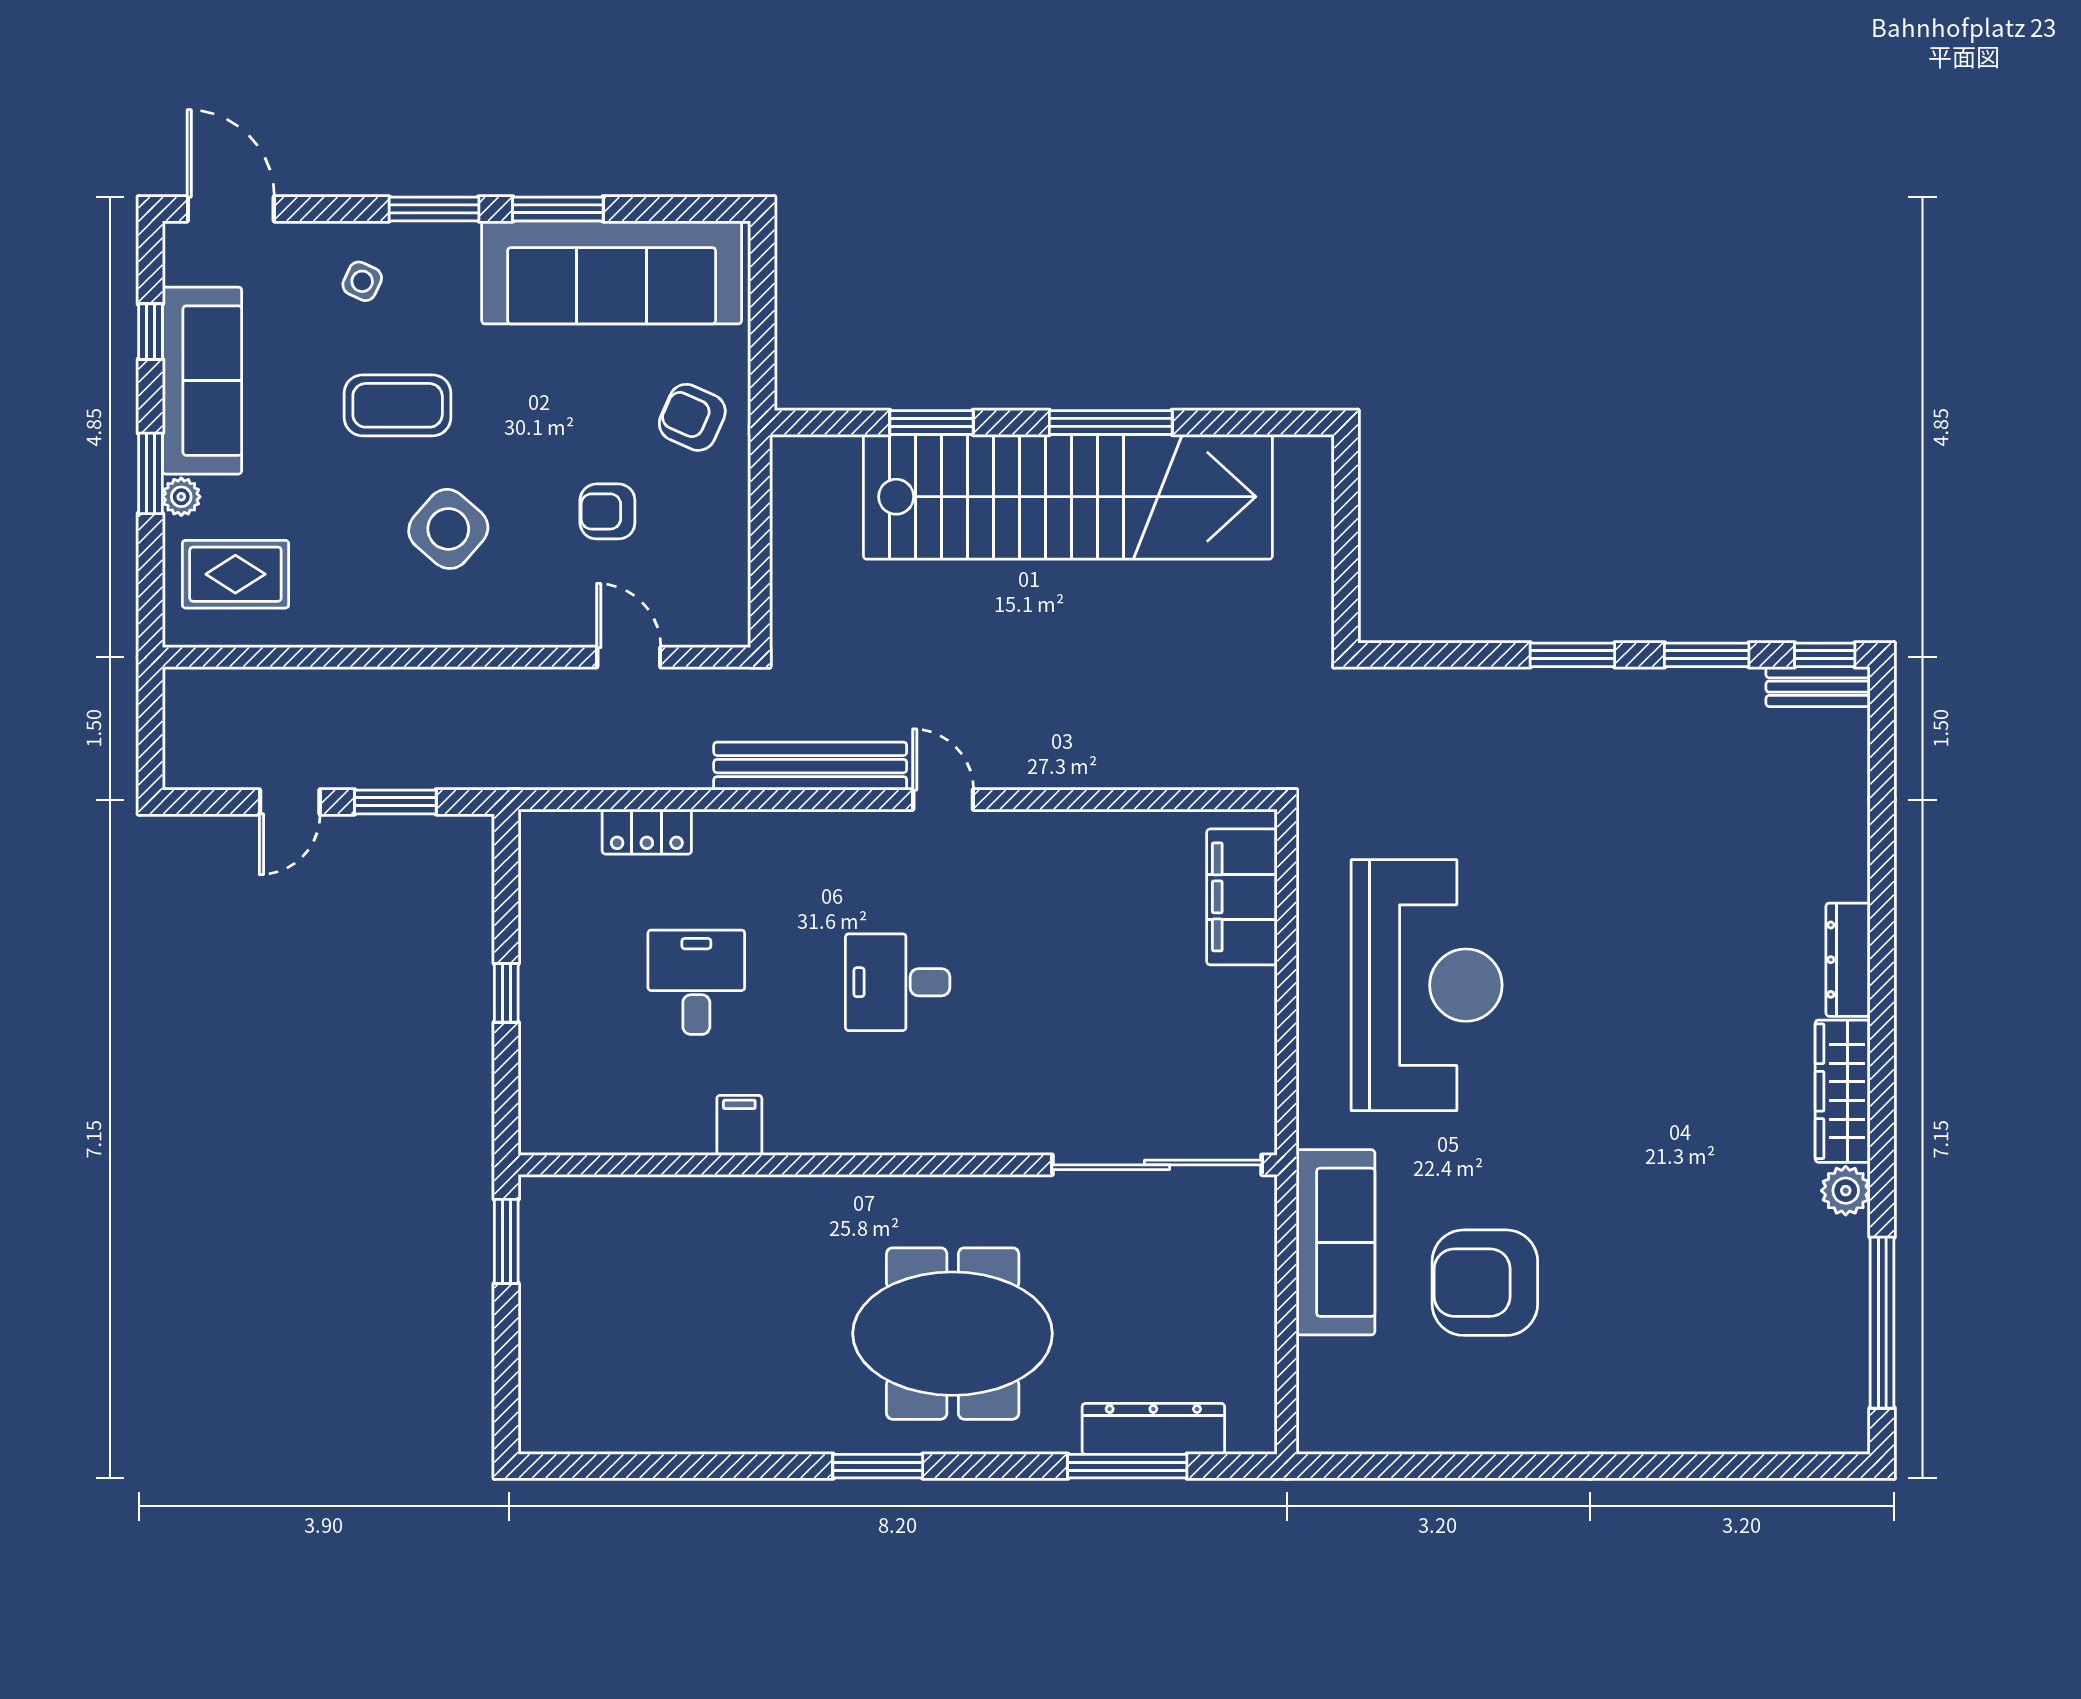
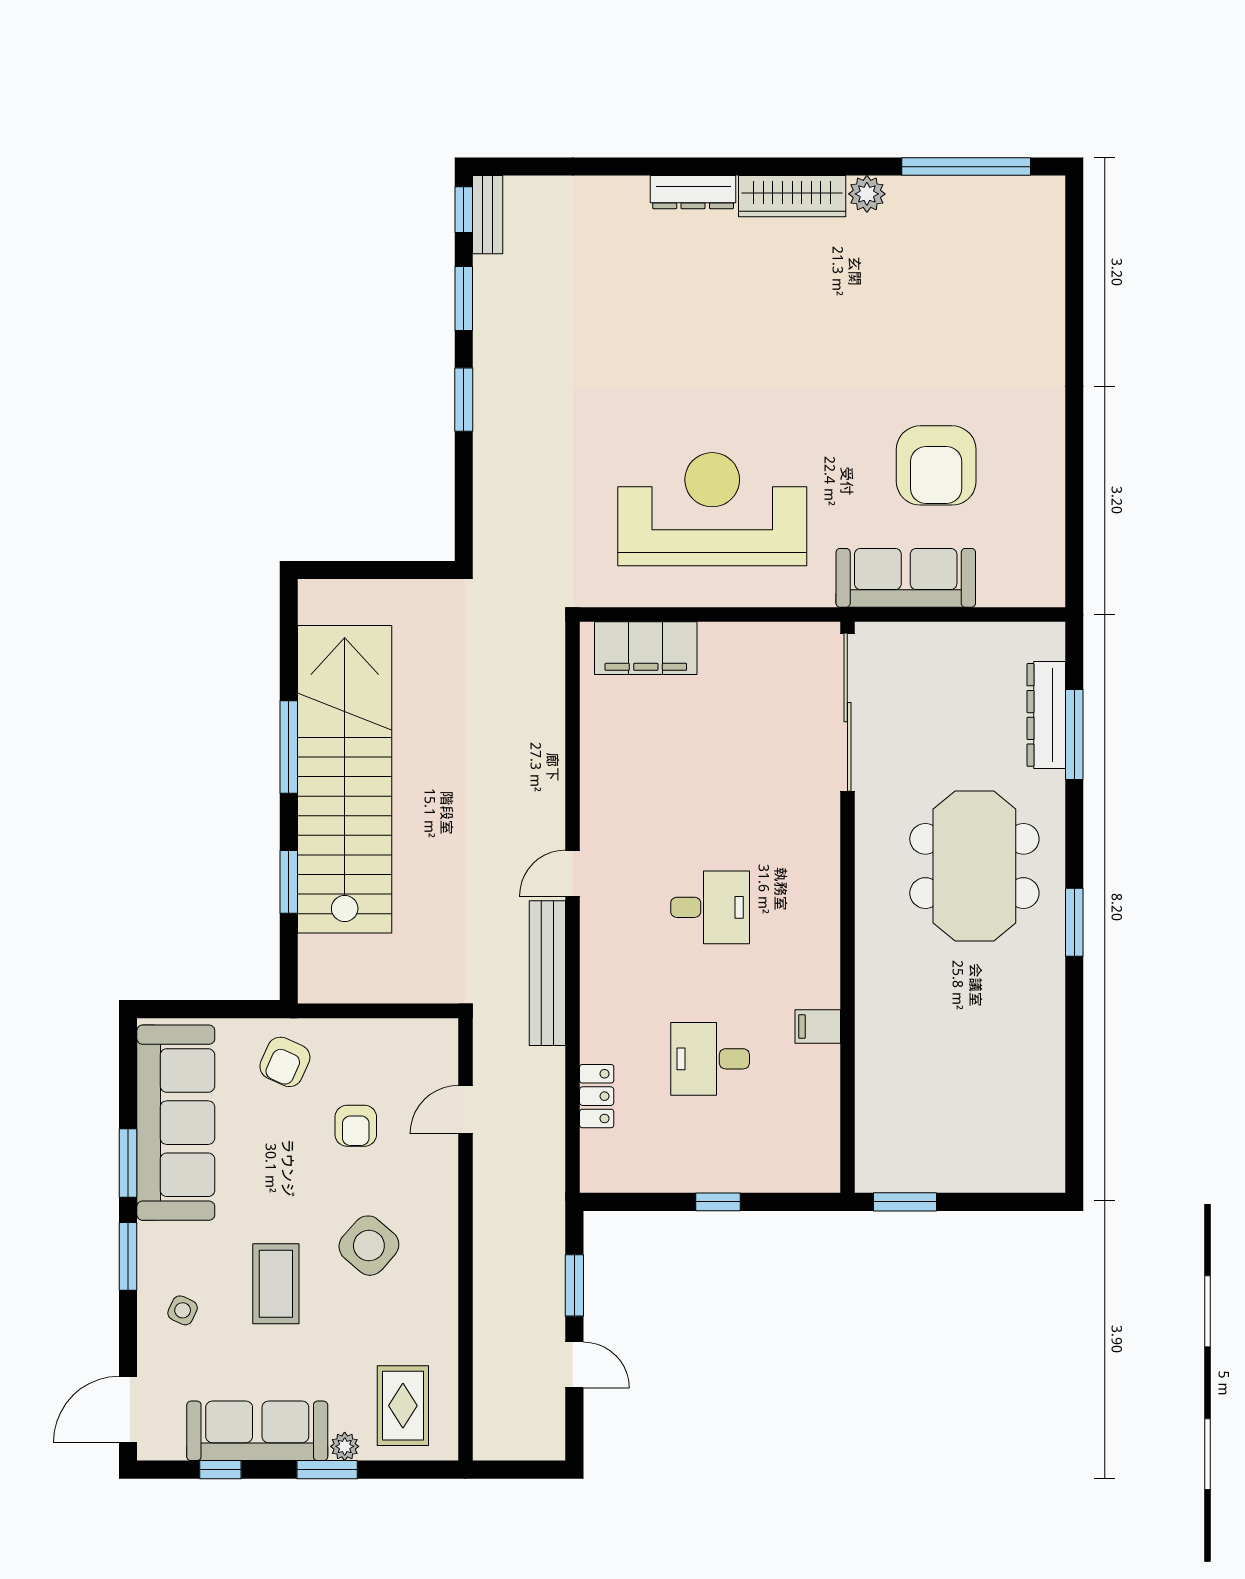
desk: (898, 982) -> (710, 907), turned -90

